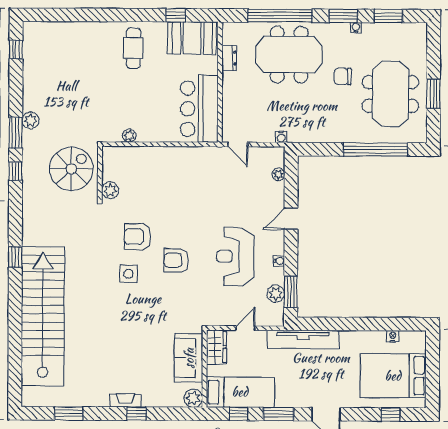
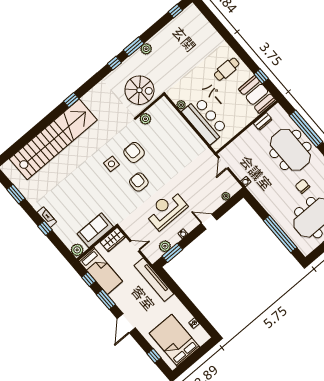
bar counter: (199, 109) -> (205, 120), moved, turned 90

